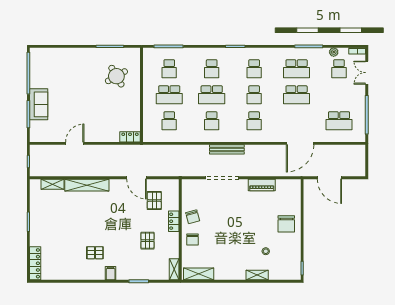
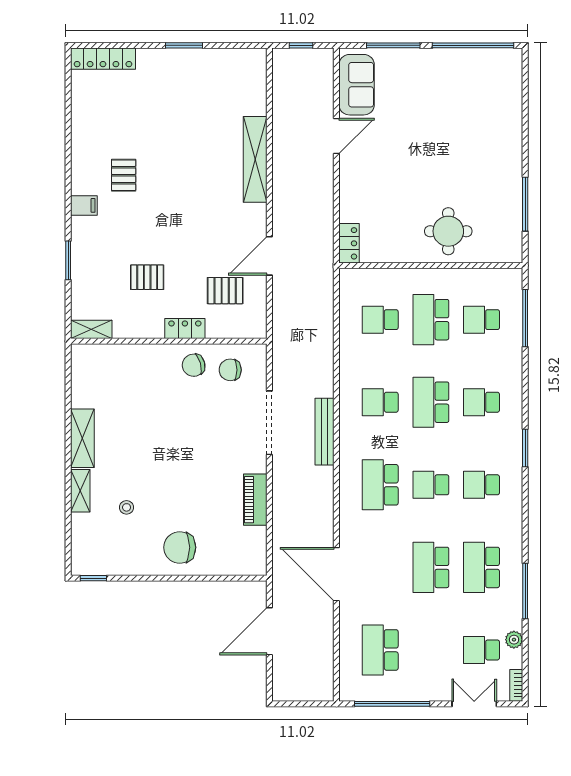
round table: (116, 76) -> (448, 231), moved, turned 30
sofa: (39, 104) -> (357, 85), moved, turned -90
school desk: (254, 121) -> (380, 485), width x1.85
door: (75, 143) -> (336, 136), hinge flipped
shelving: (53, 184) -> (257, 93), removed
chair: (193, 239) -> (230, 370), moved
shelving: (199, 274) -> (82, 438), moved

